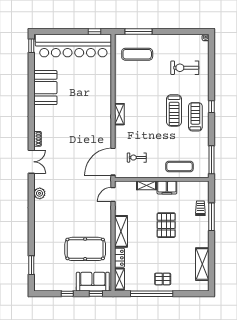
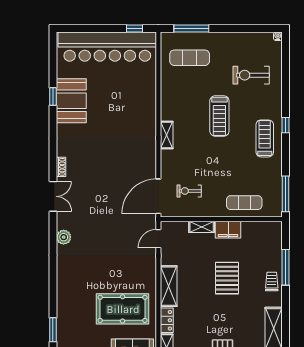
window: (31, 46) -> (53, 96), moved
treadmill: (174, 110) -> (219, 116), moved
trolley: (200, 208) -> (272, 281), moved

